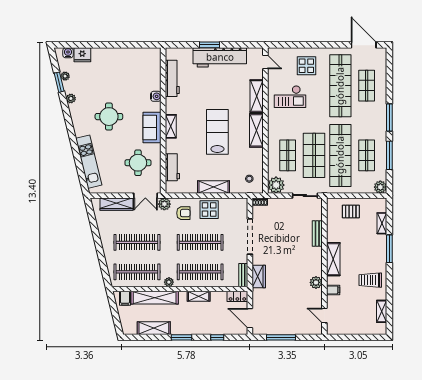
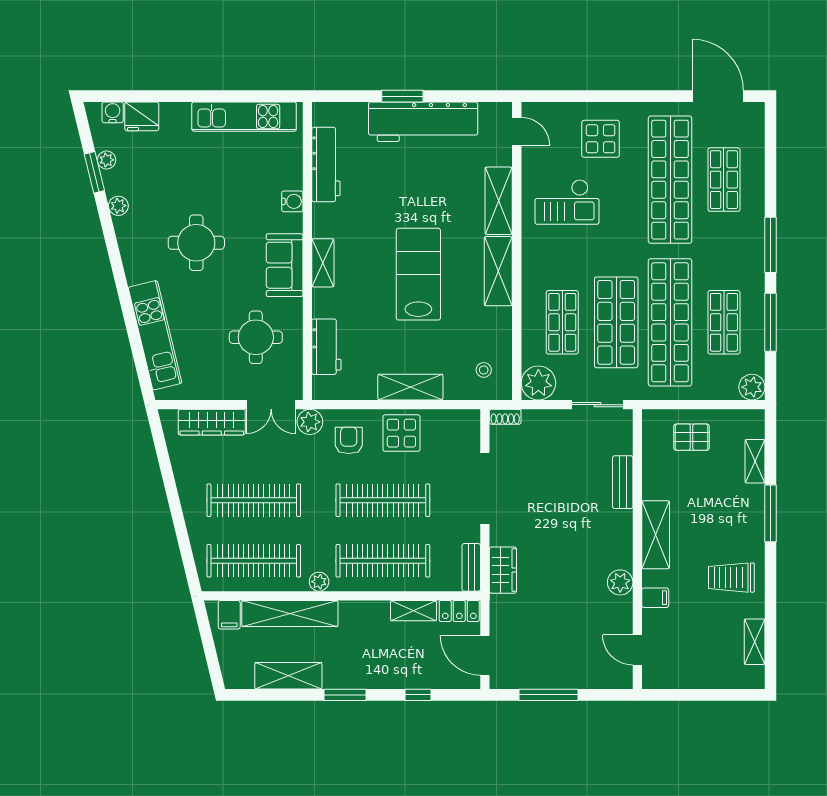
kitchen unit: (132, 55) -> (244, 117), added
armchair: (183, 213) -> (349, 440), turned -90
shelving: (199, 296) -> (414, 611), moved

